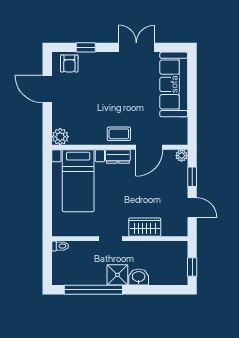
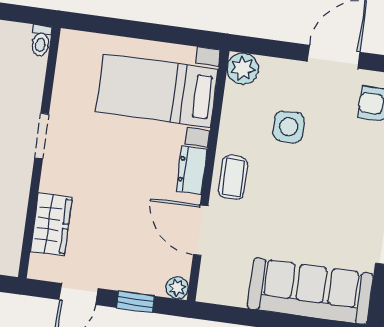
side table: (88, 108) -> (289, 127), added
wardrobe: (145, 227) -> (51, 224), moved

